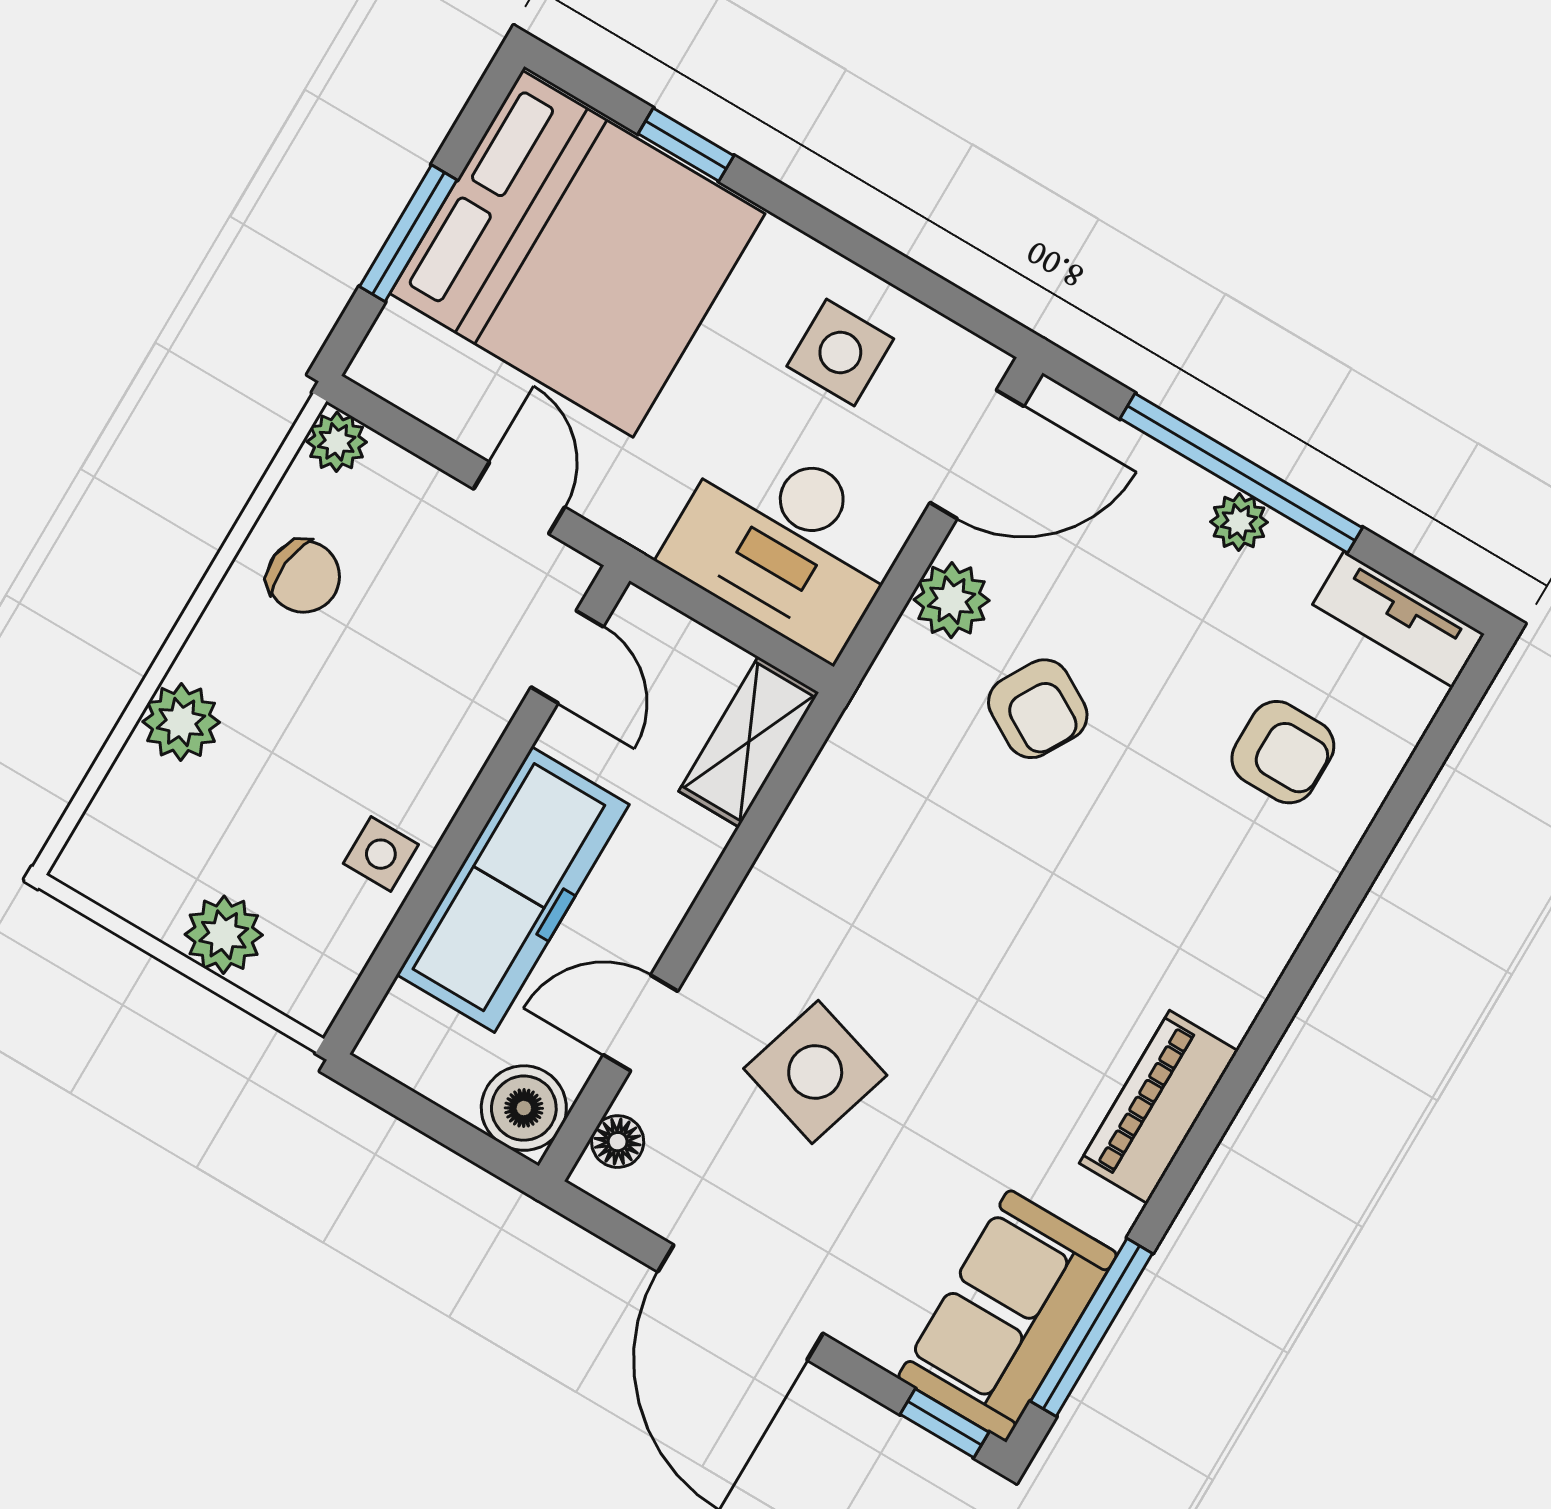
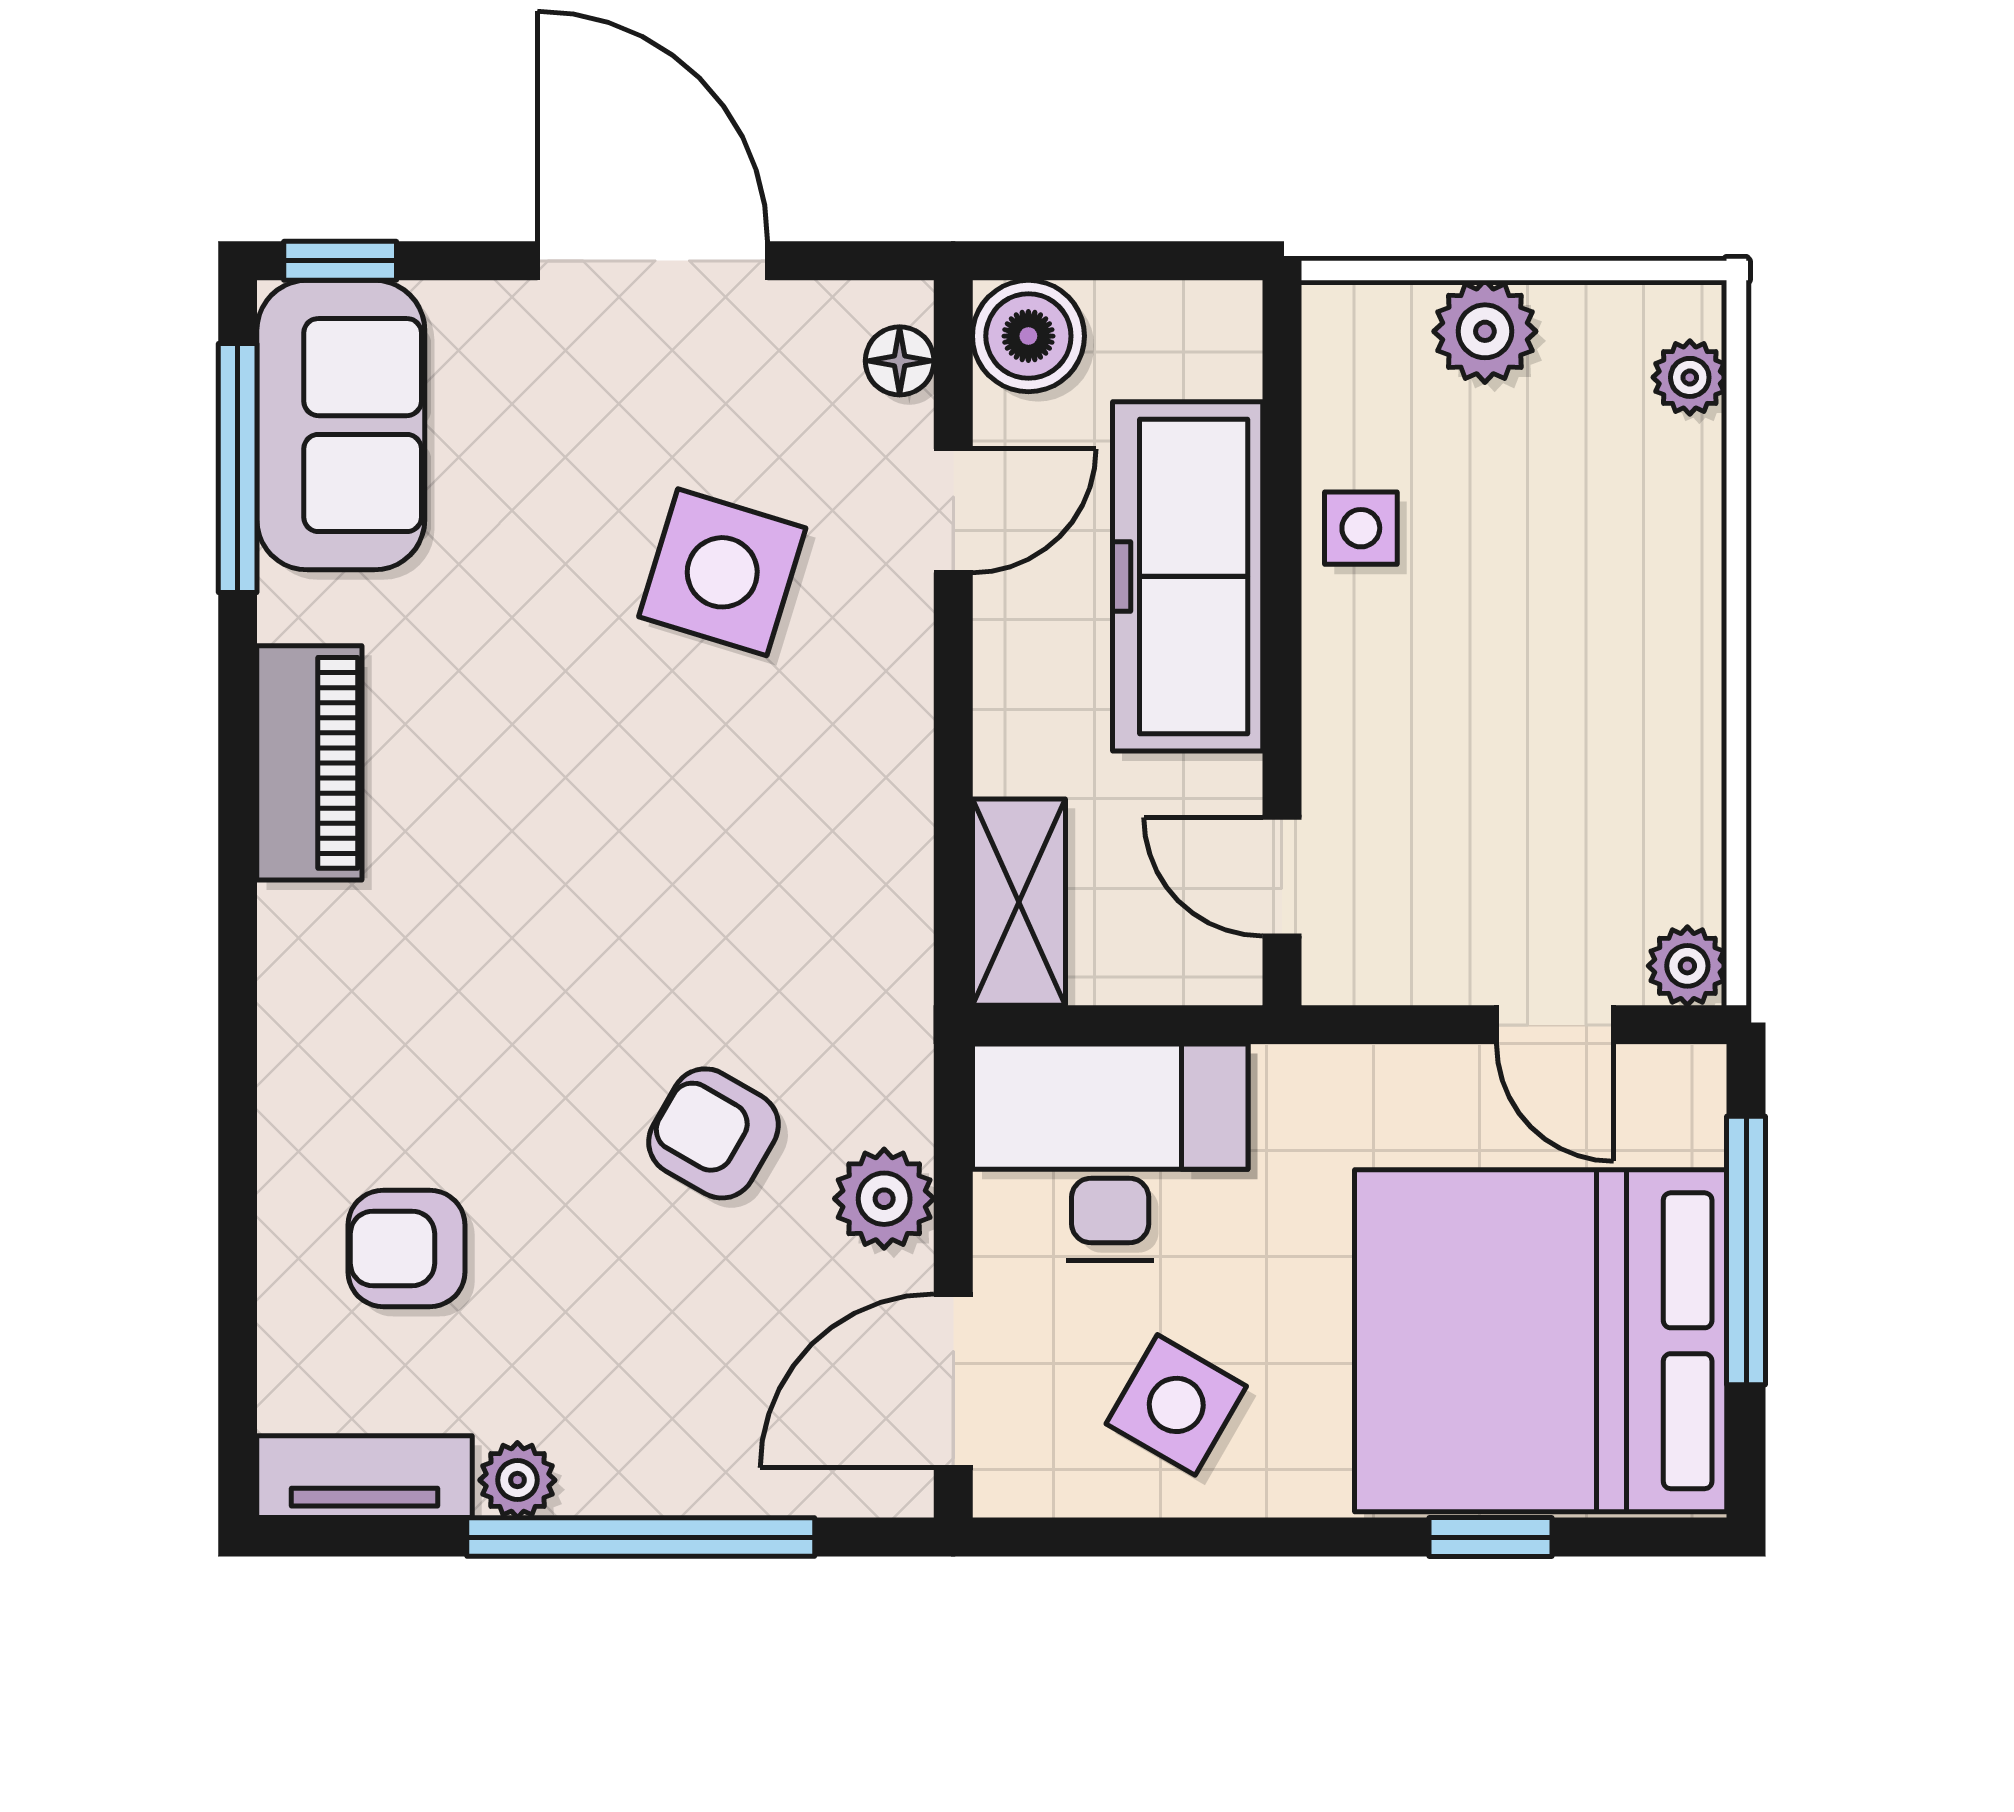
window: (408, 233) -> (1746, 1250), width x1.44
side table: (840, 353) -> (1176, 1405), turned 30
door: (519, 498) -> (1555, 1025), moved
plant: (1239, 522) -> (517, 1480), moved
chair: (303, 576) -> (1635, 791), removed
plant: (181, 722) -> (1690, 377), moved, width x0.73, depth x0.73

